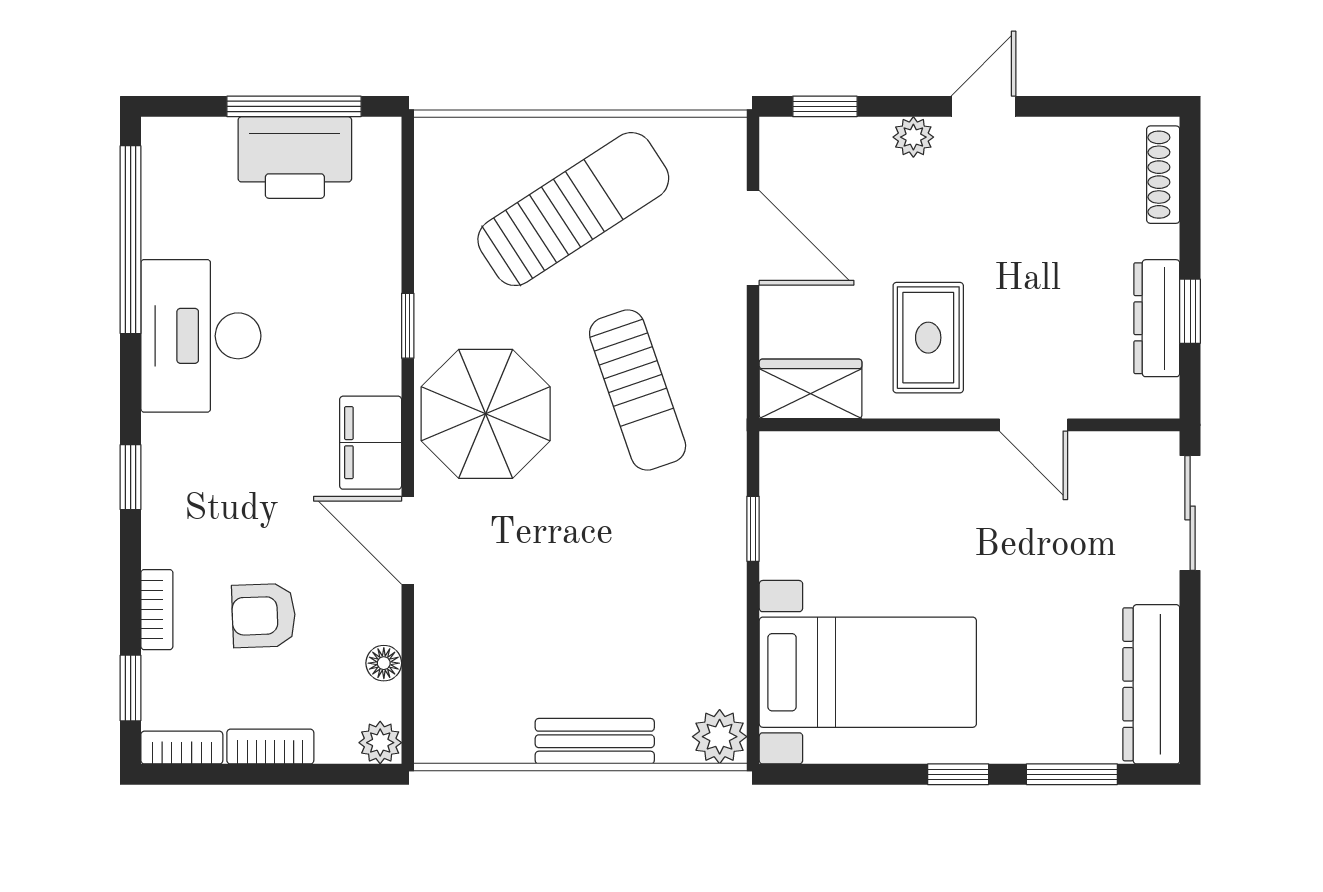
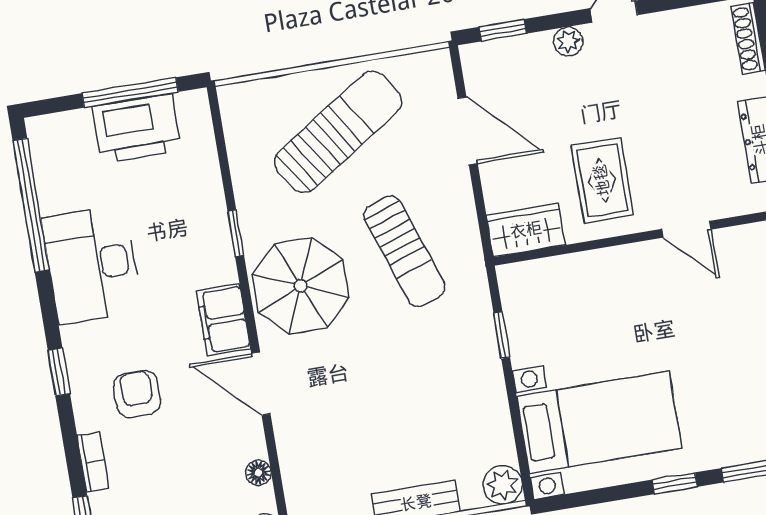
armchair: (264, 616) -> (137, 394), moved, turned 92

